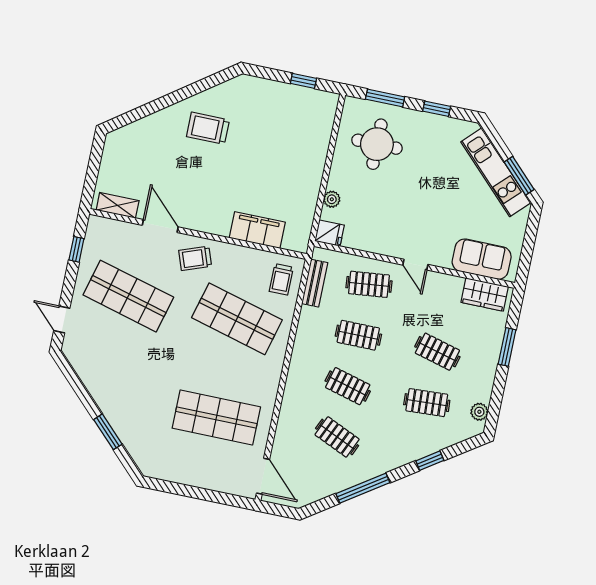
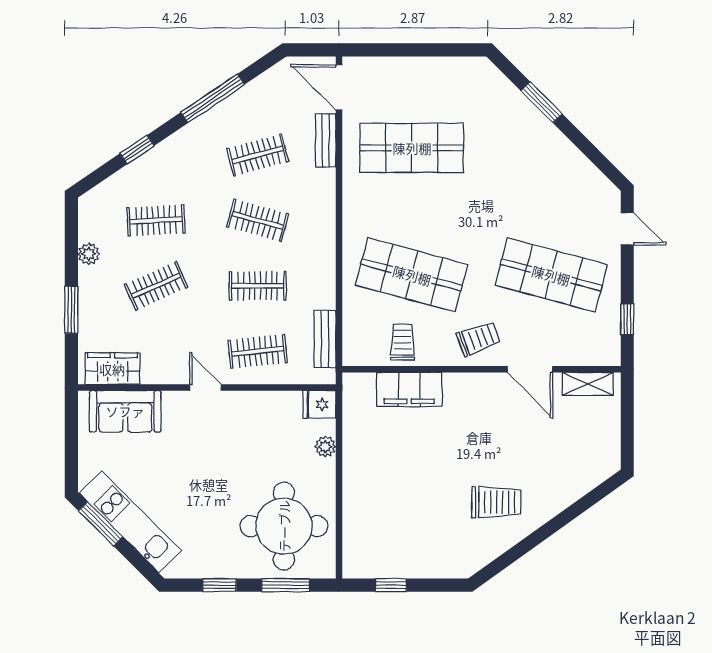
round table: (377, 144) -> (284, 526), width x1.36, depth x1.36
trolley: (281, 279) -> (403, 342), moved
clothes rail: (437, 352) -> (156, 286), turned -39
plant: (479, 412) -> (89, 254), moved
bench: (282, 437) -> (326, 141), added
clothes rail: (337, 437) -> (258, 155), turned -39

